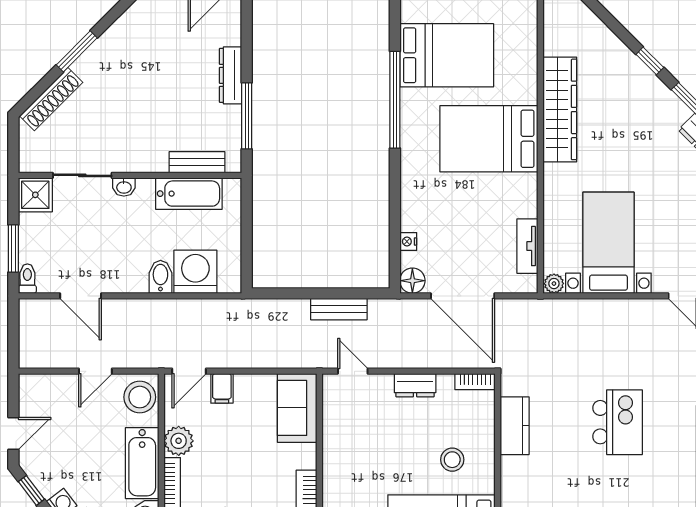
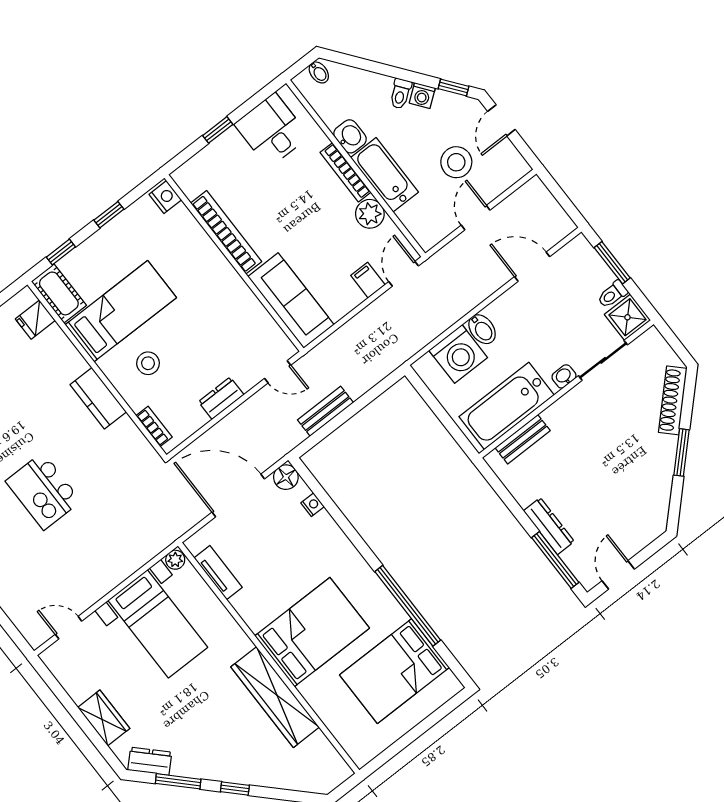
window: (247, 116) -> (555, 560), moved
bathtub: (189, 194) -> (507, 406), width x1.36, depth x1.36
toilet: (27, 279) -> (612, 294), moved, turned 90
bookcase: (475, 382) -> (154, 426), moved, turned 90
stool: (140, 397) -> (456, 162), moved
sofa: (297, 408) -> (291, 301), width x1.36
kitchen counter: (515, 426) -> (98, 398), moved

